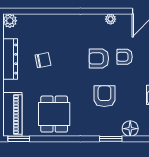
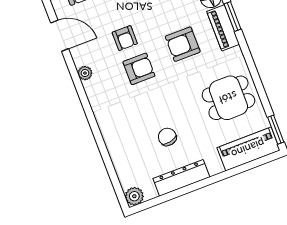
armchair: (99, 58) -> (139, 69), turned -90
piano: (105, 129) -> (223, 28), added

